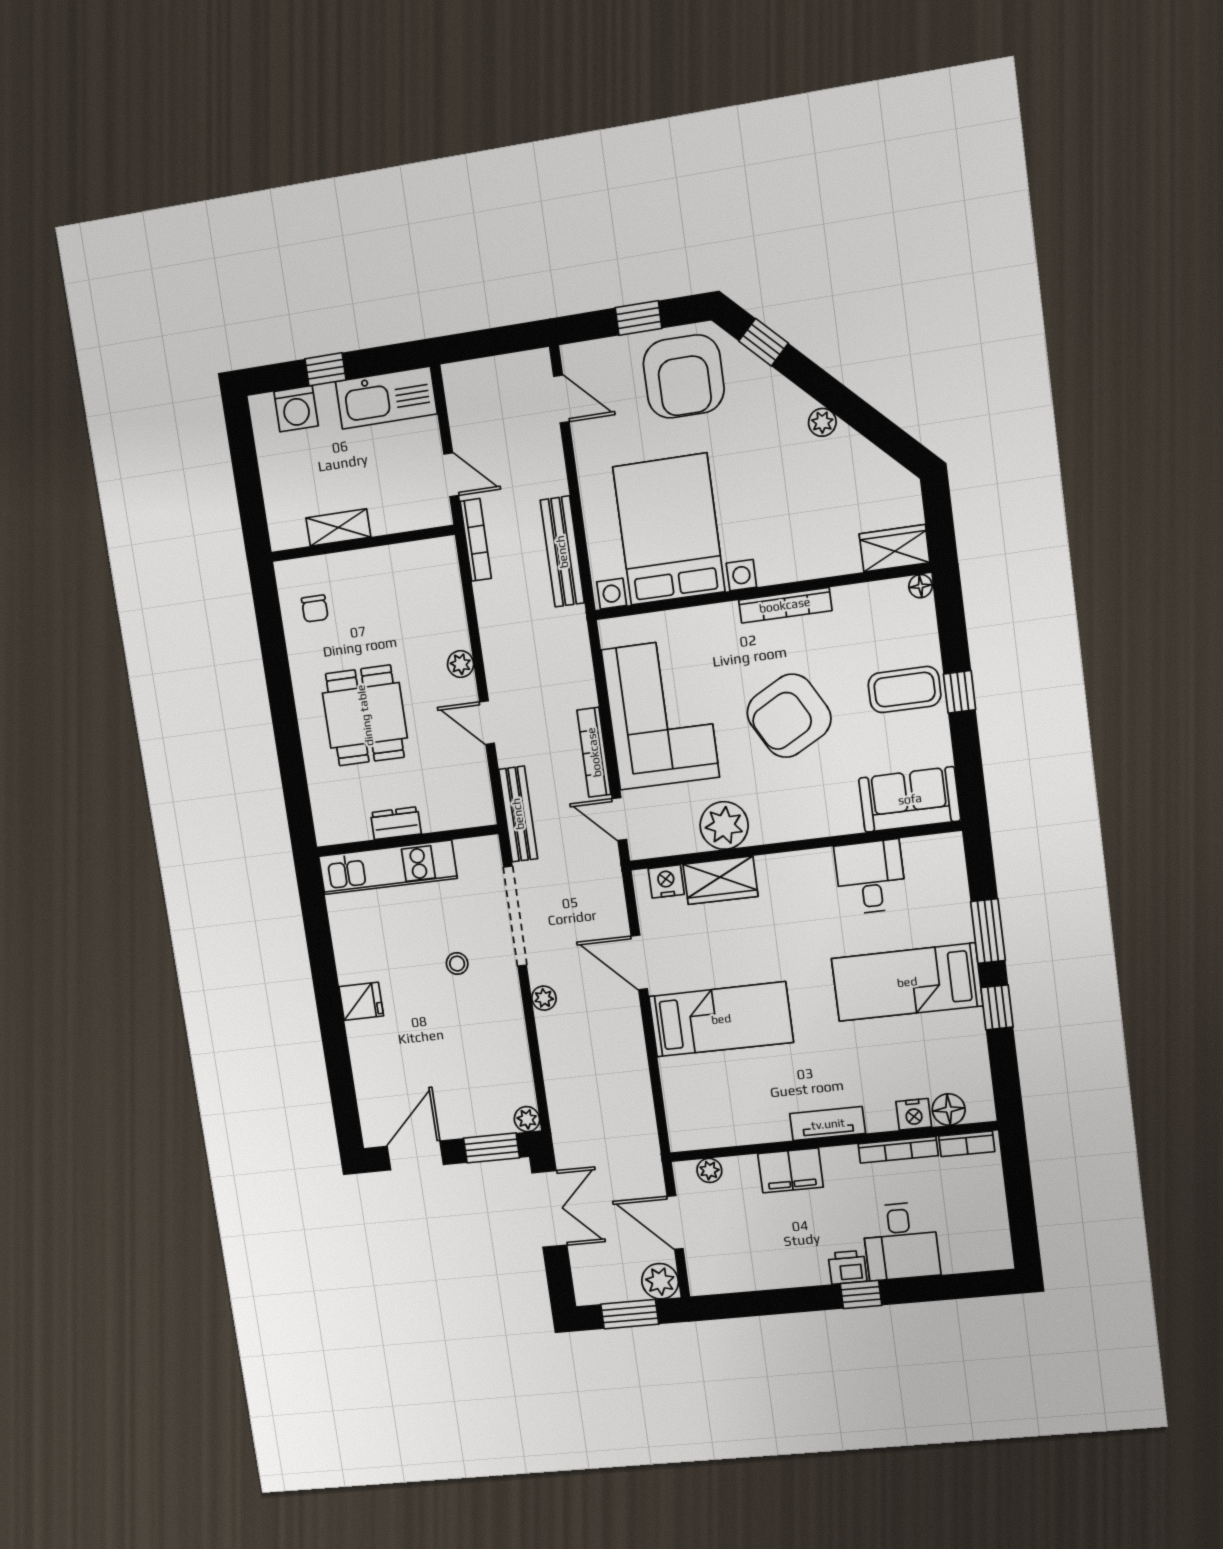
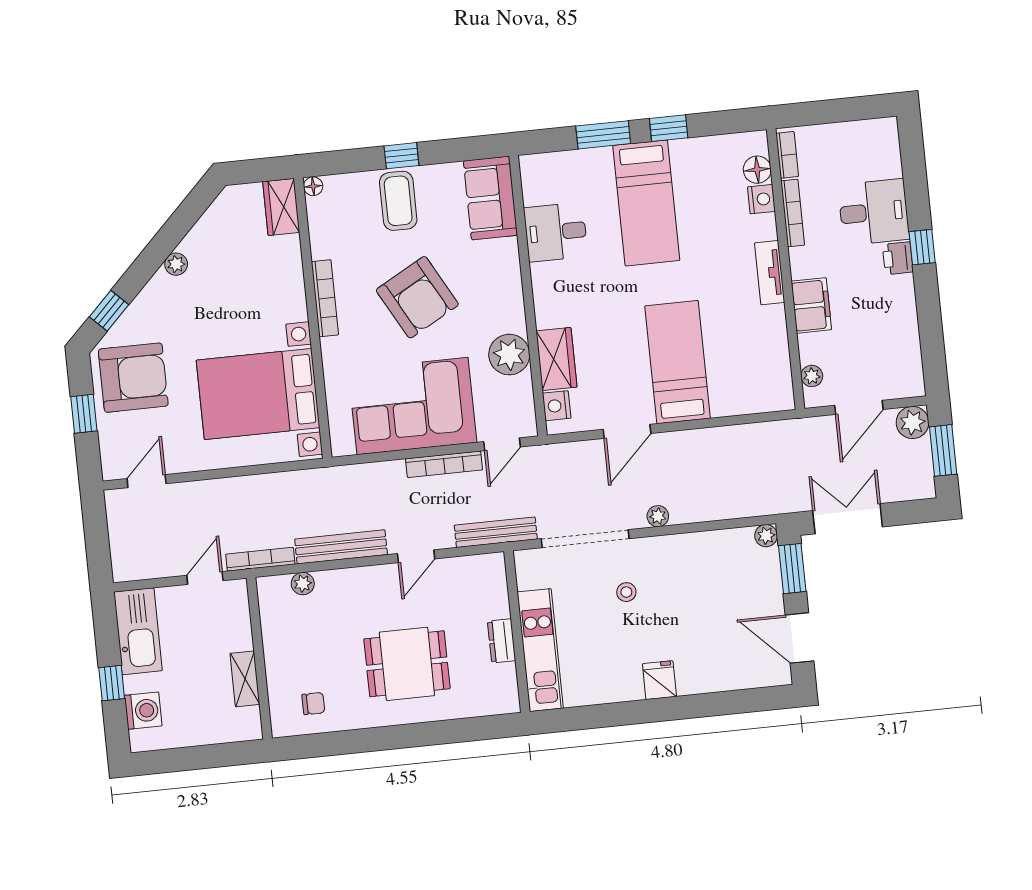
bench: (562, 552) -> (341, 547), moved
plant: (461, 664) -> (303, 584), moved

